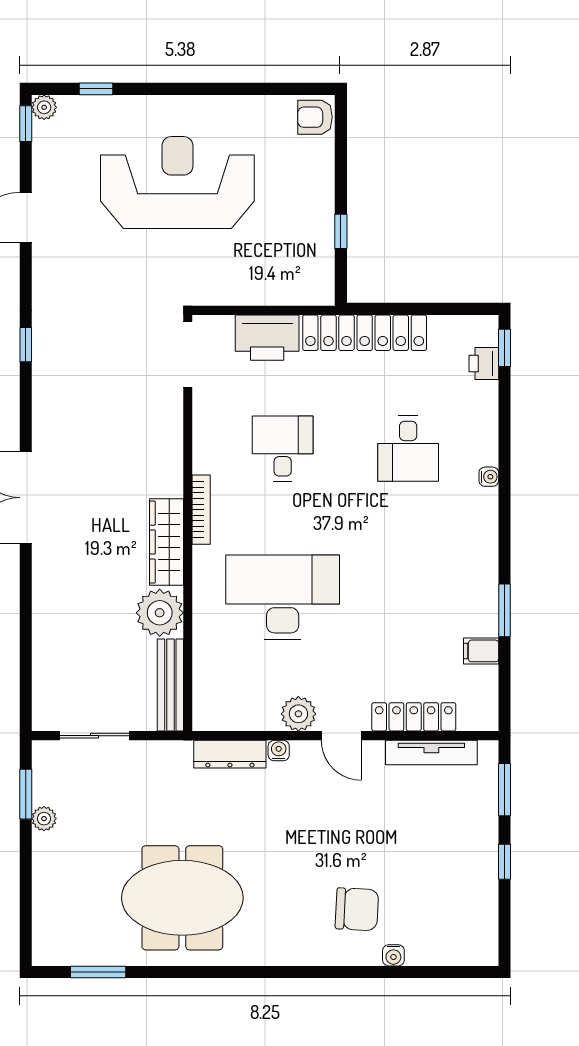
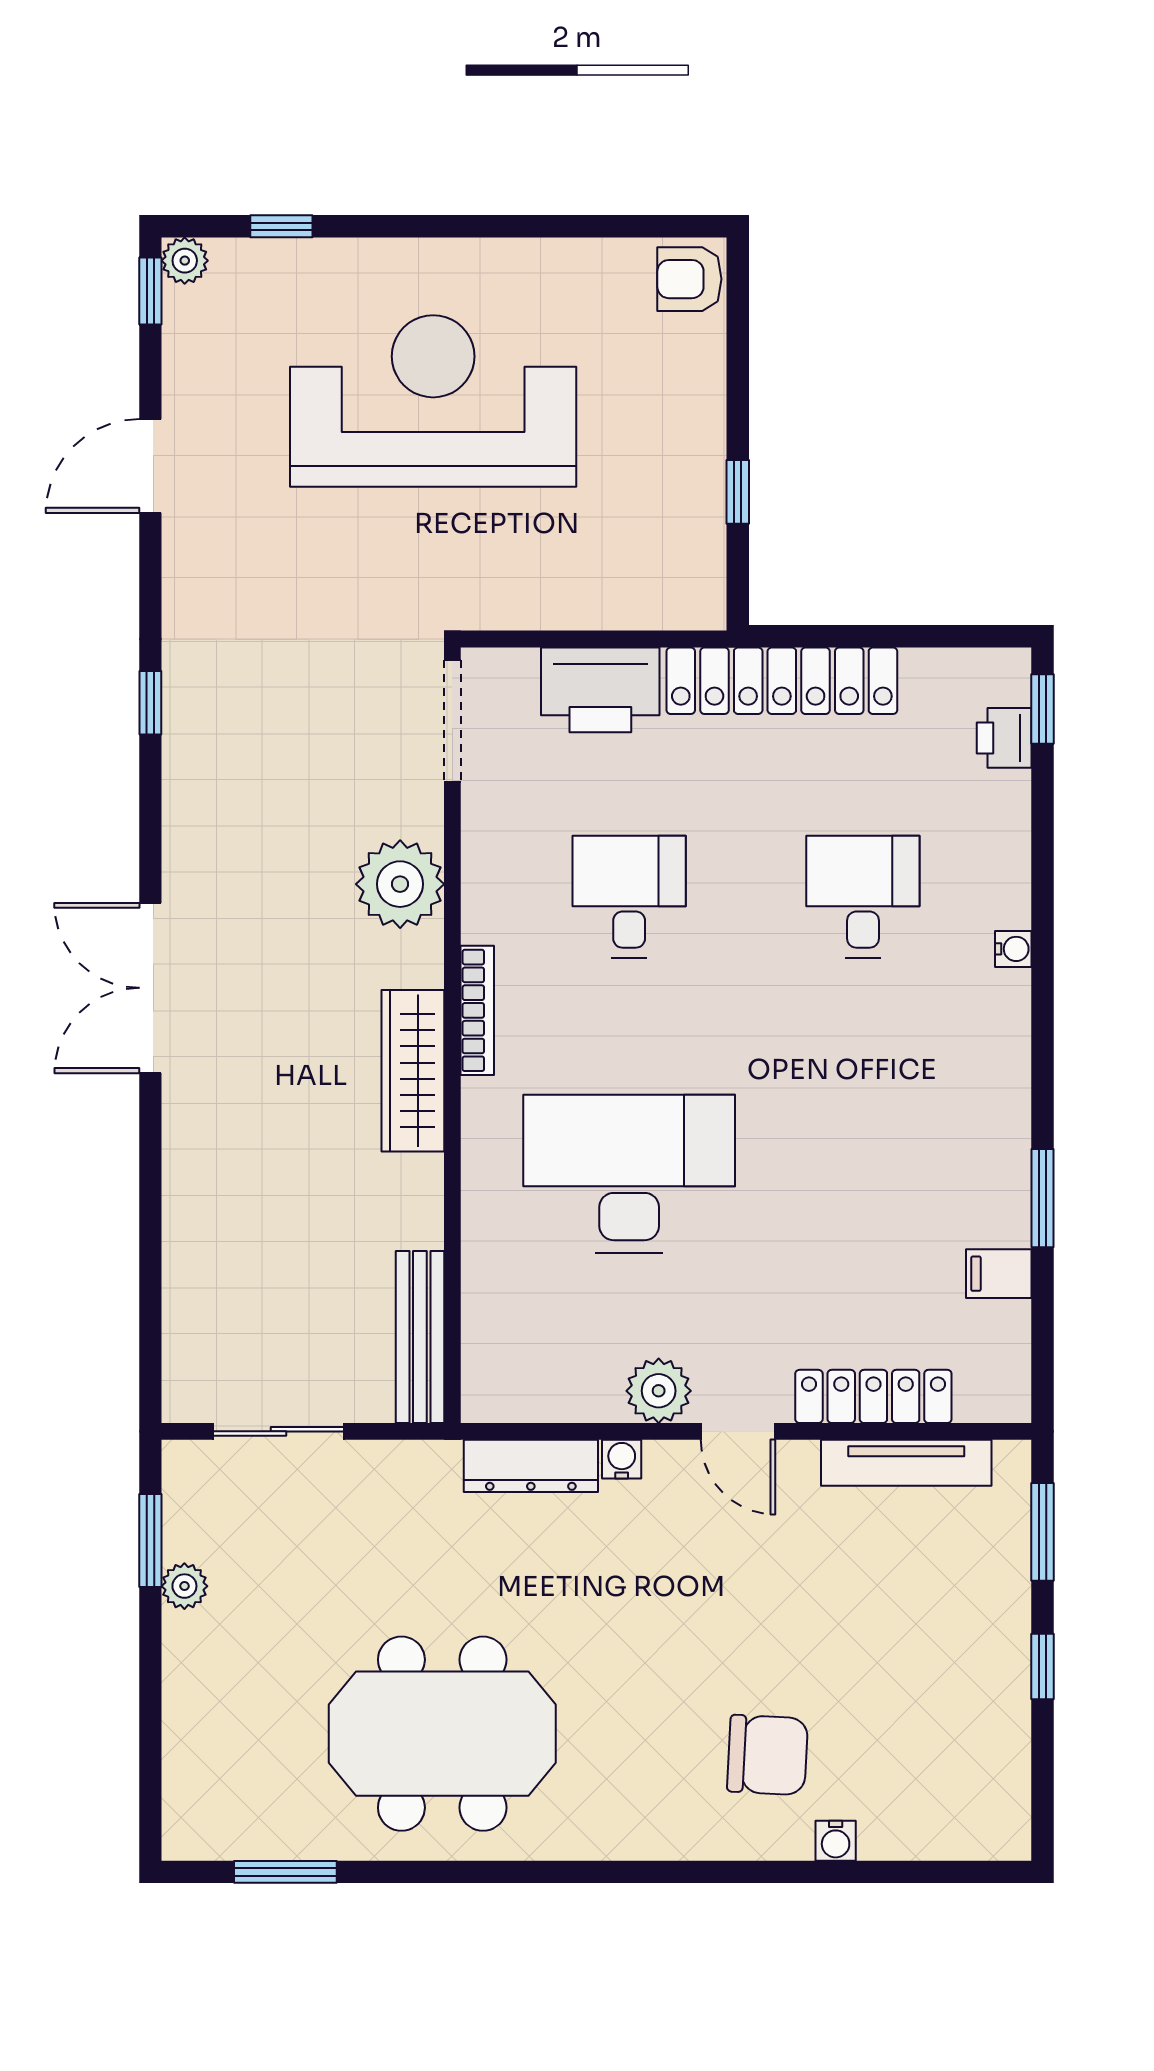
desk: (408, 449) -> (863, 897), turned 180
plant: (160, 613) -> (400, 884), moved

